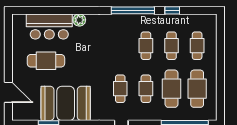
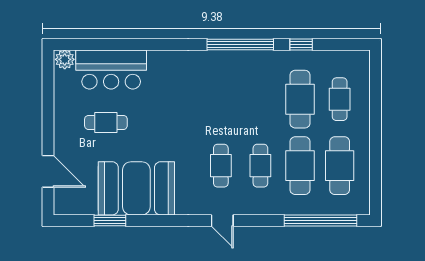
plant: (79, 20) -> (65, 59), moved
cafe table: (146, 46) -> (260, 99), removed
cafe table: (172, 46) -> (300, 99), width x1.37, depth x1.35
cafe table: (46, 61) -> (106, 122), width x0.73, depth x0.74

